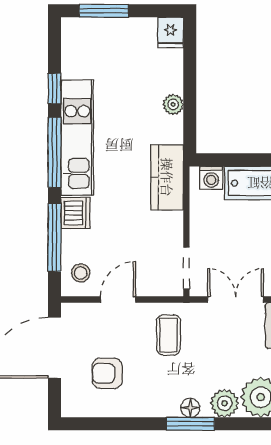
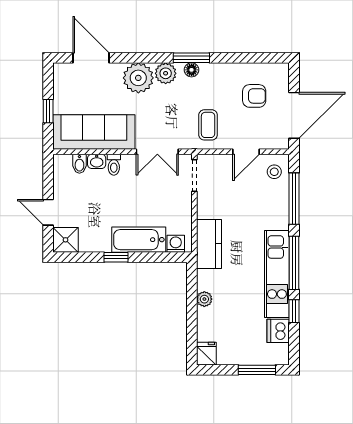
dishwasher: (75, 213) -> (278, 331), moved

